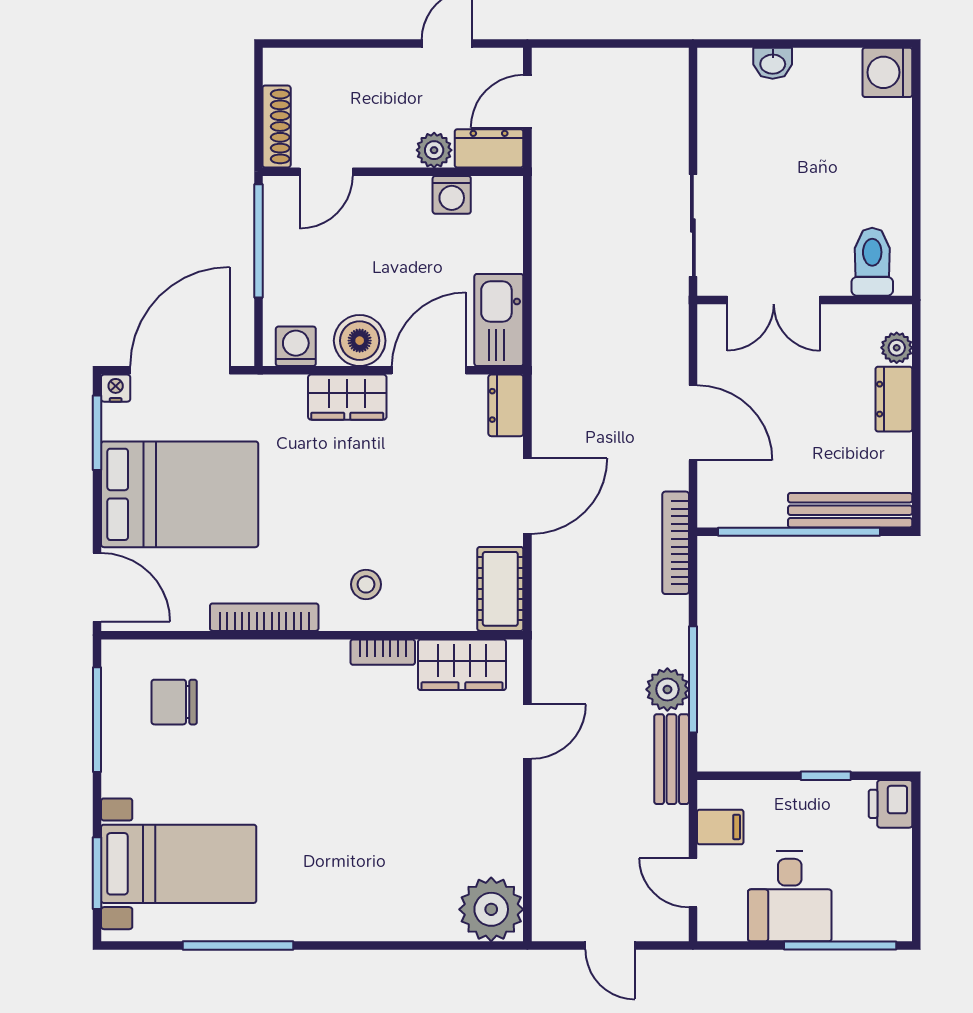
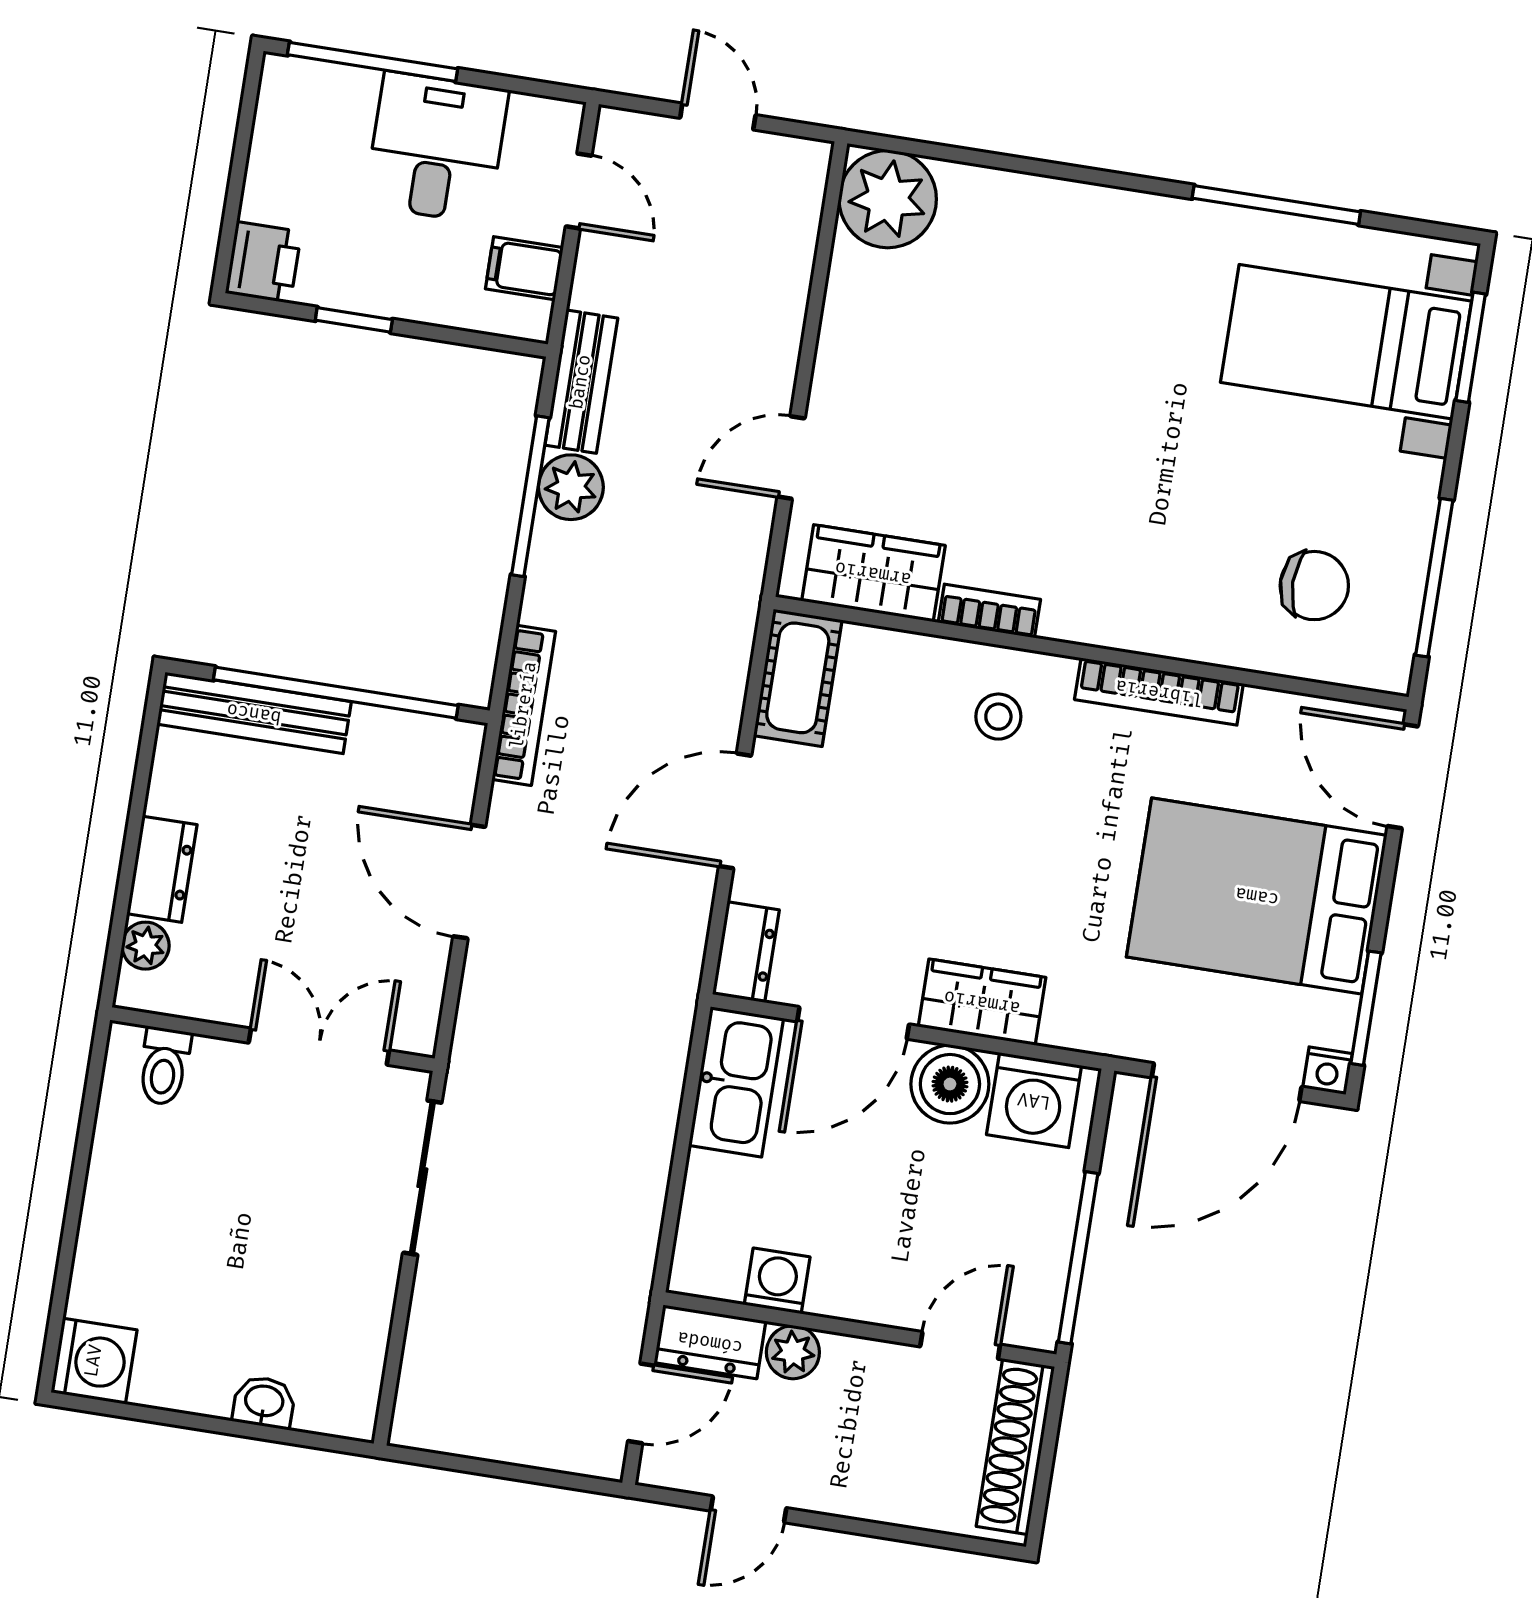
shoe rack: (277, 126) -> (1015, 1447), width x1.36, depth x1.24
toilet: (872, 262) -> (164, 1066), width x0.73, depth x0.72
washing machine: (296, 346) -> (1034, 1100), width x1.38, depth x1.38

